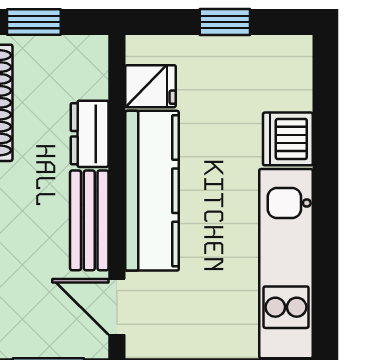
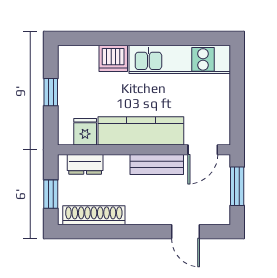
dresser: (90, 134) -> (85, 164), moved

